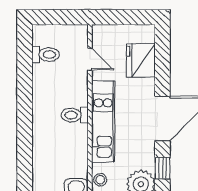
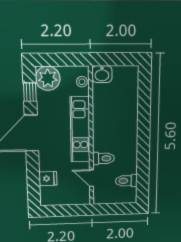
fridge: (141, 60) -> (48, 179), width x0.53, depth x0.75
toilet: (75, 115) -> (103, 158), moved

